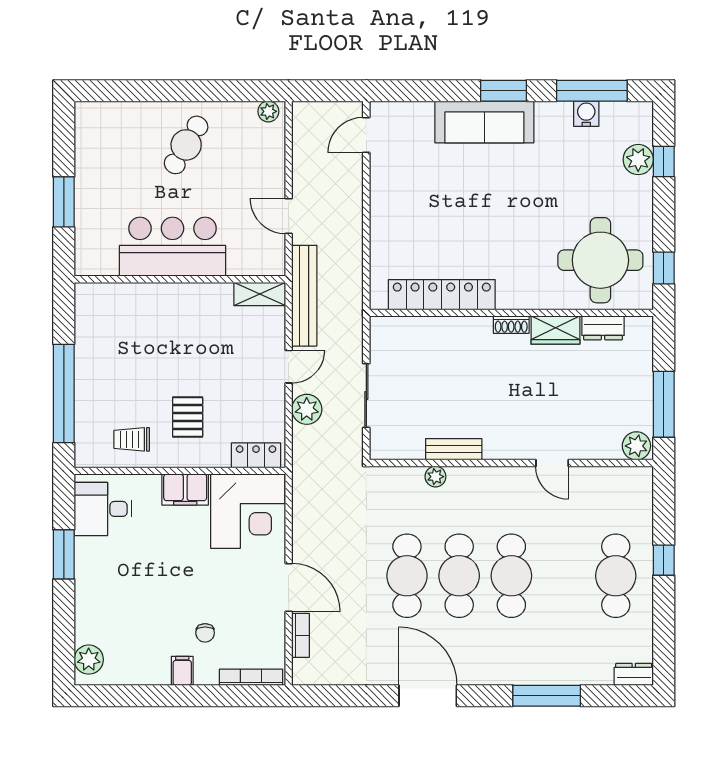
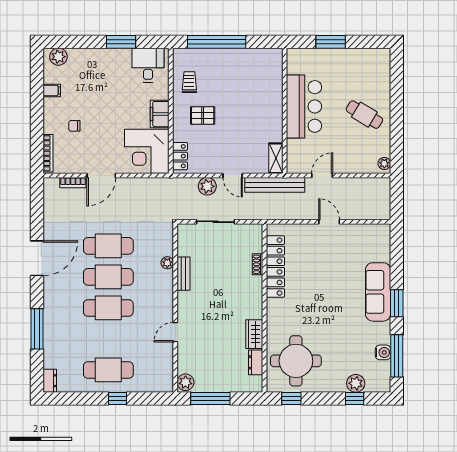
door: (366, 135) -> (329, 222), moved
shoe rack: (511, 325) -> (258, 264), moved
filing cabinet: (182, 671) -> (52, 91), moved

